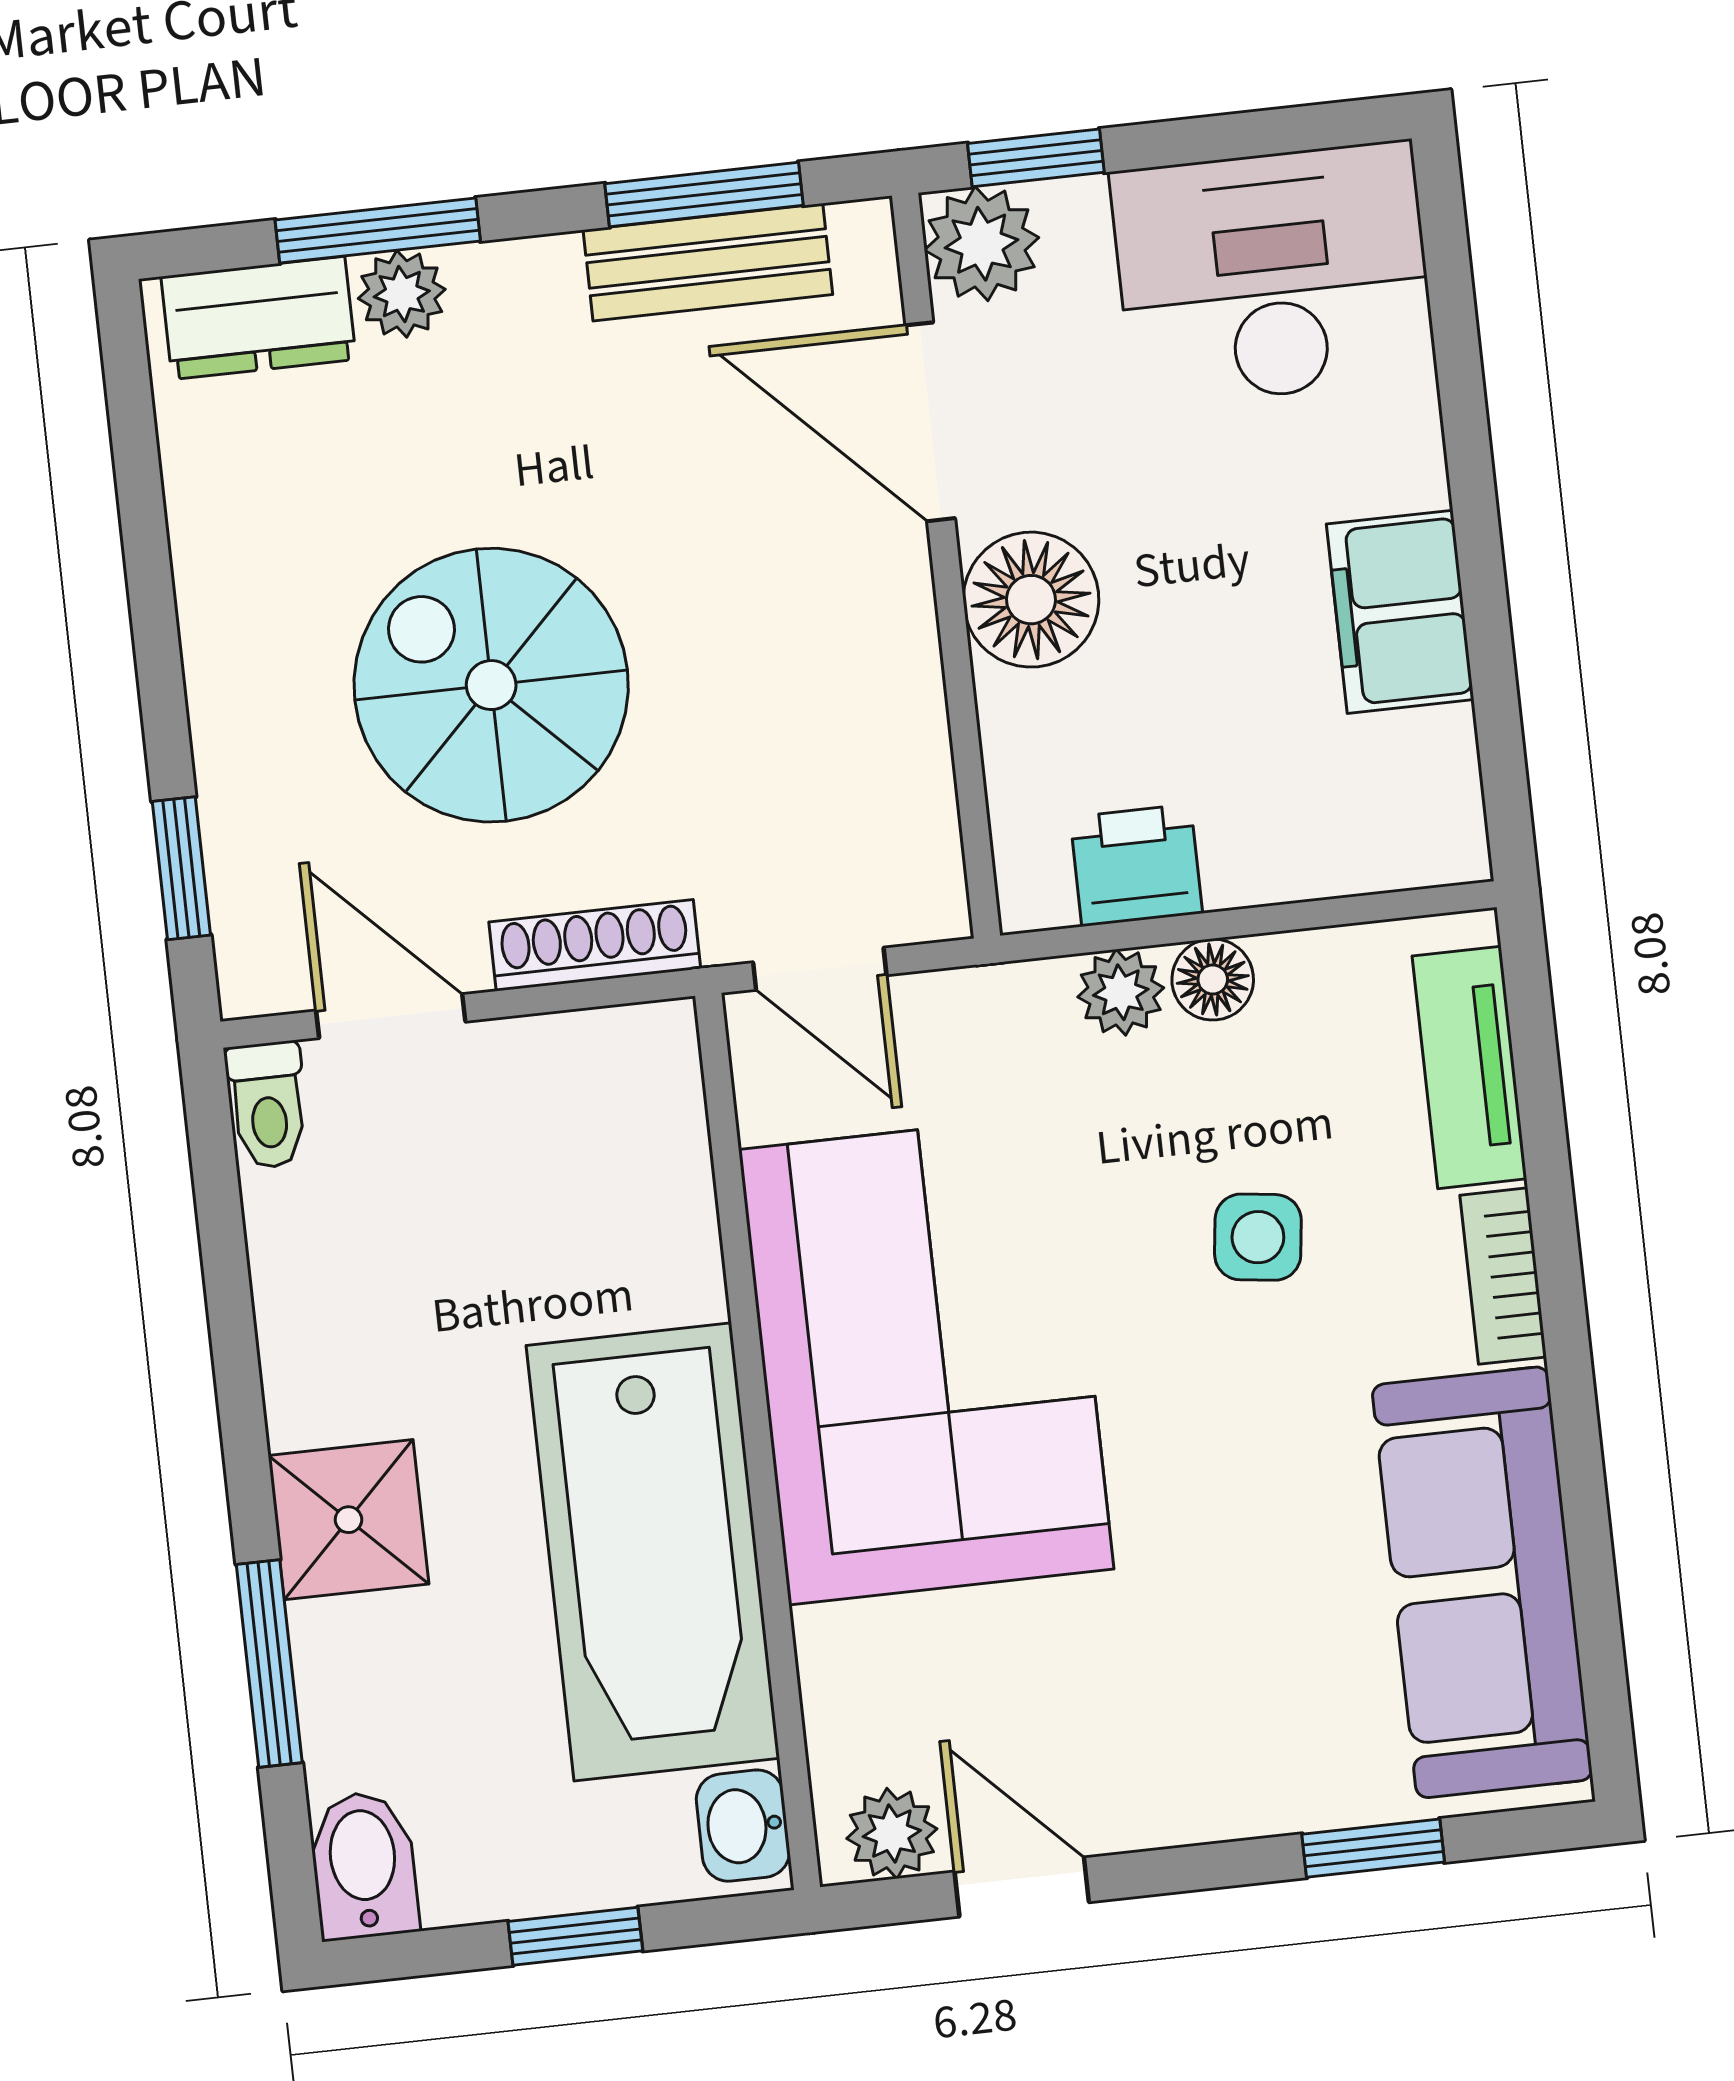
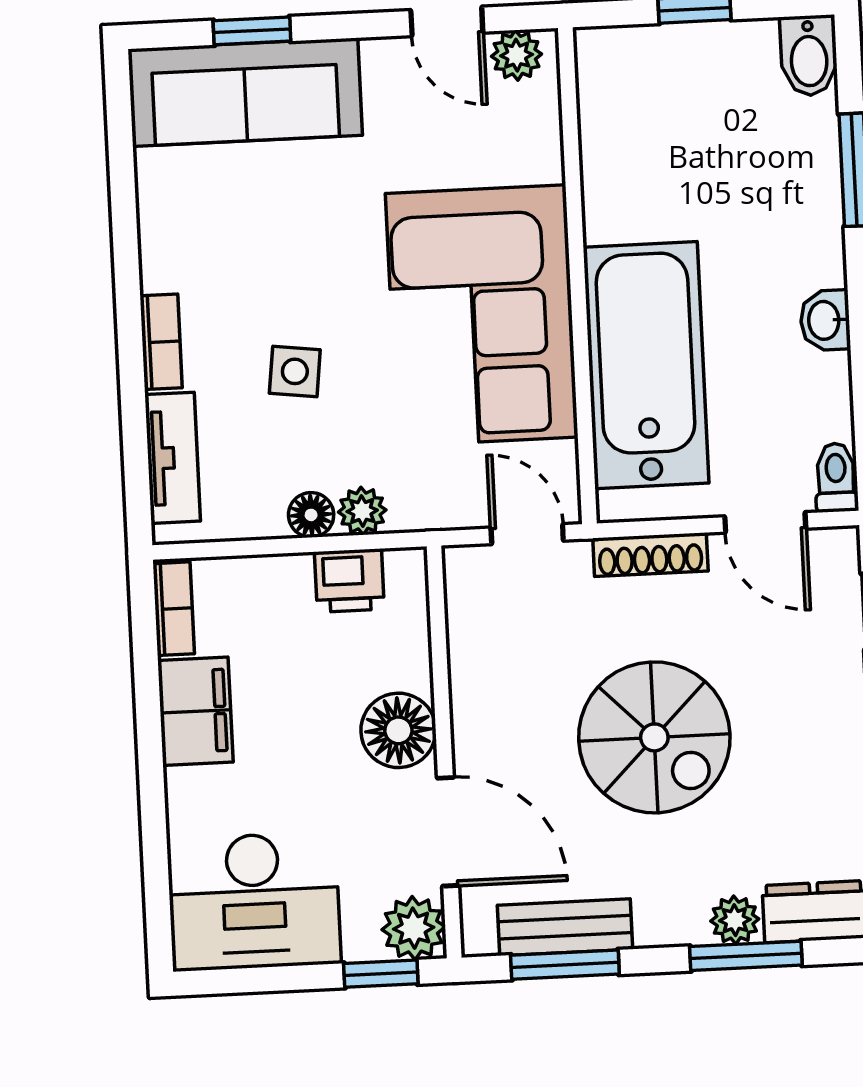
spiral stairs: (491, 685) -> (654, 737), moved
bookcase: (1451, 795) -> (174, 609), added
shower: (348, 1520) -> (805, 246), removed
bathtub: (653, 1552) -> (646, 365), moved
sofa: (1482, 1582) -> (245, 92), moved, turned 90
washbasin: (743, 1826) -> (825, 320), moved, turned 180

